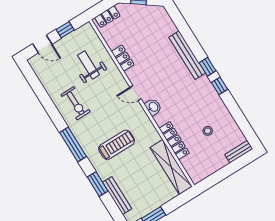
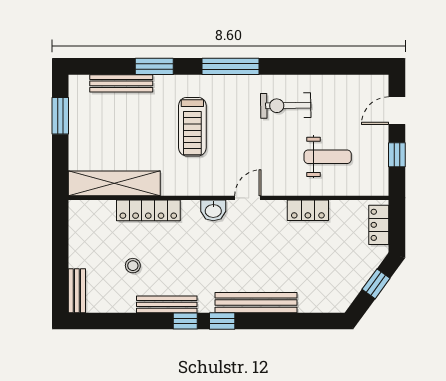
bench: (217, 101) -> (167, 304), added

